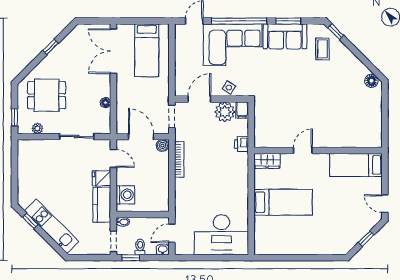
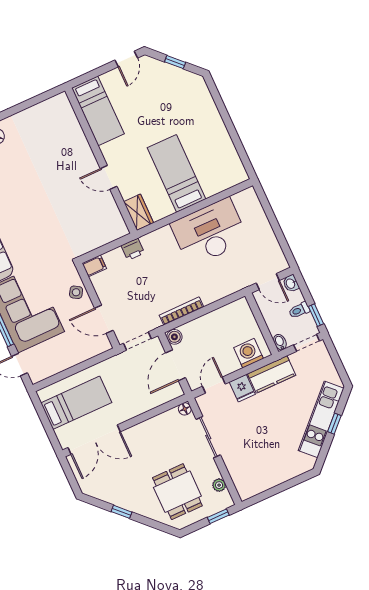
floor lamp: (105, 103) -> (185, 409), moved
plant: (225, 112) -> (105, 284), removed
window: (30, 221) -> (334, 424), moved
desk: (221, 235) -> (209, 232), moved, turned -90

